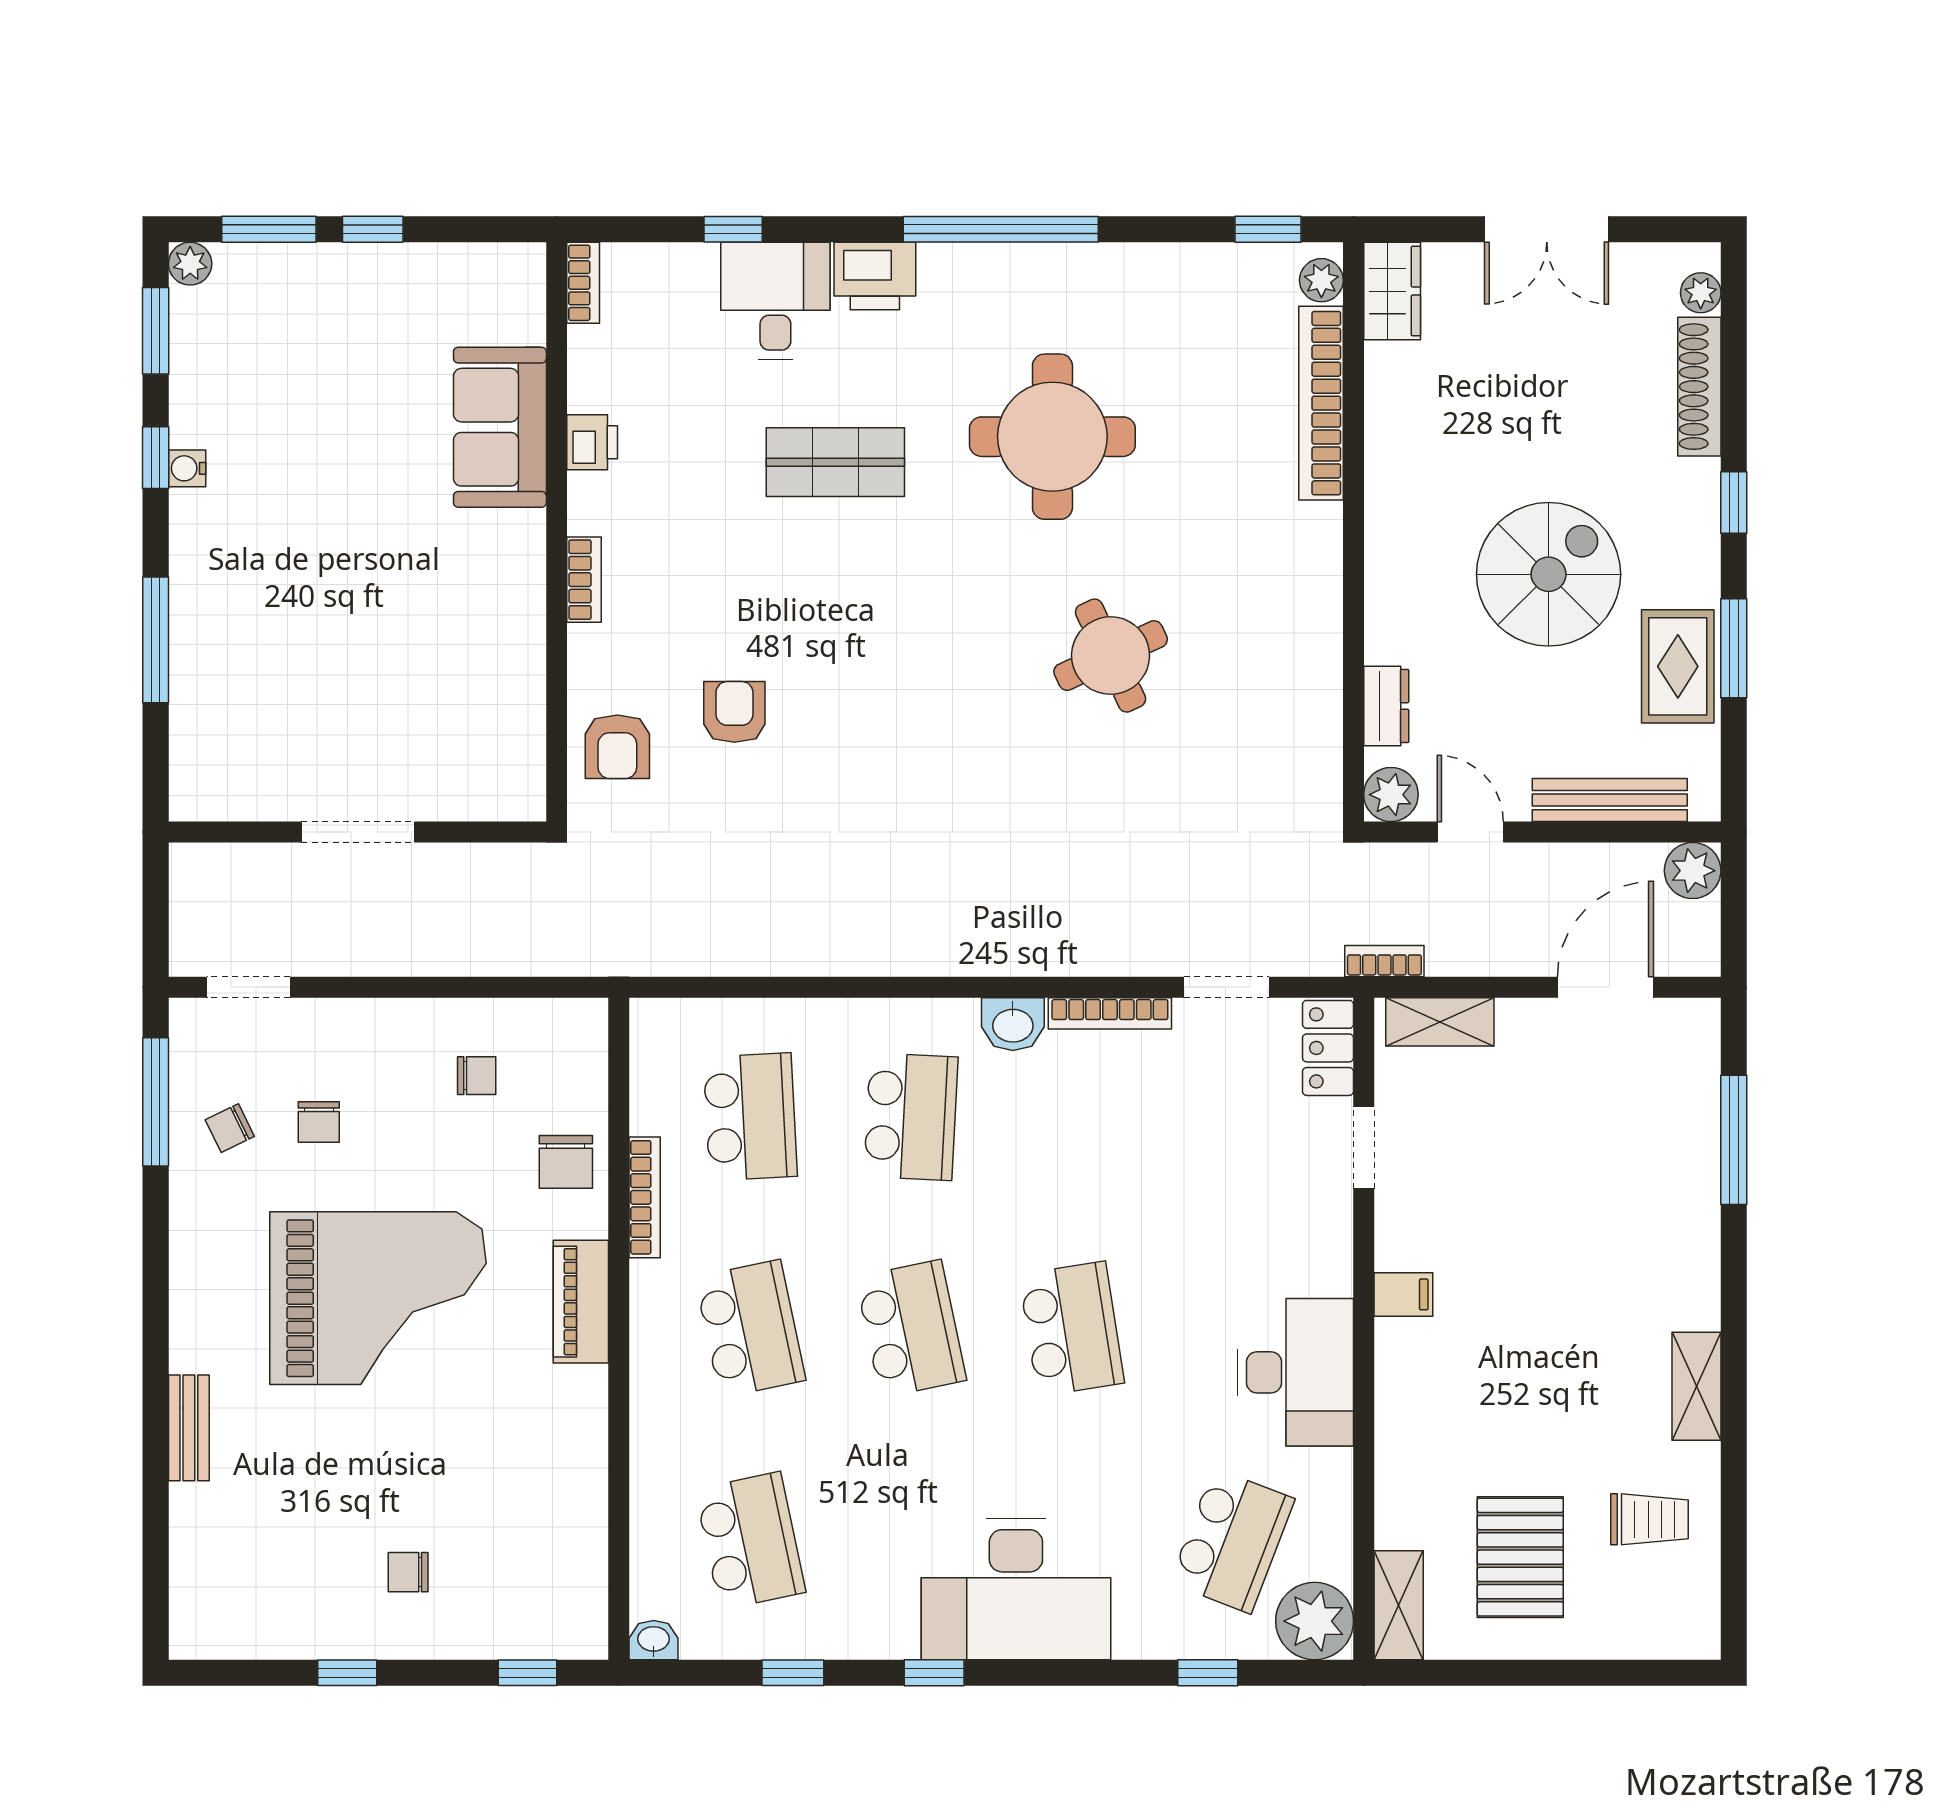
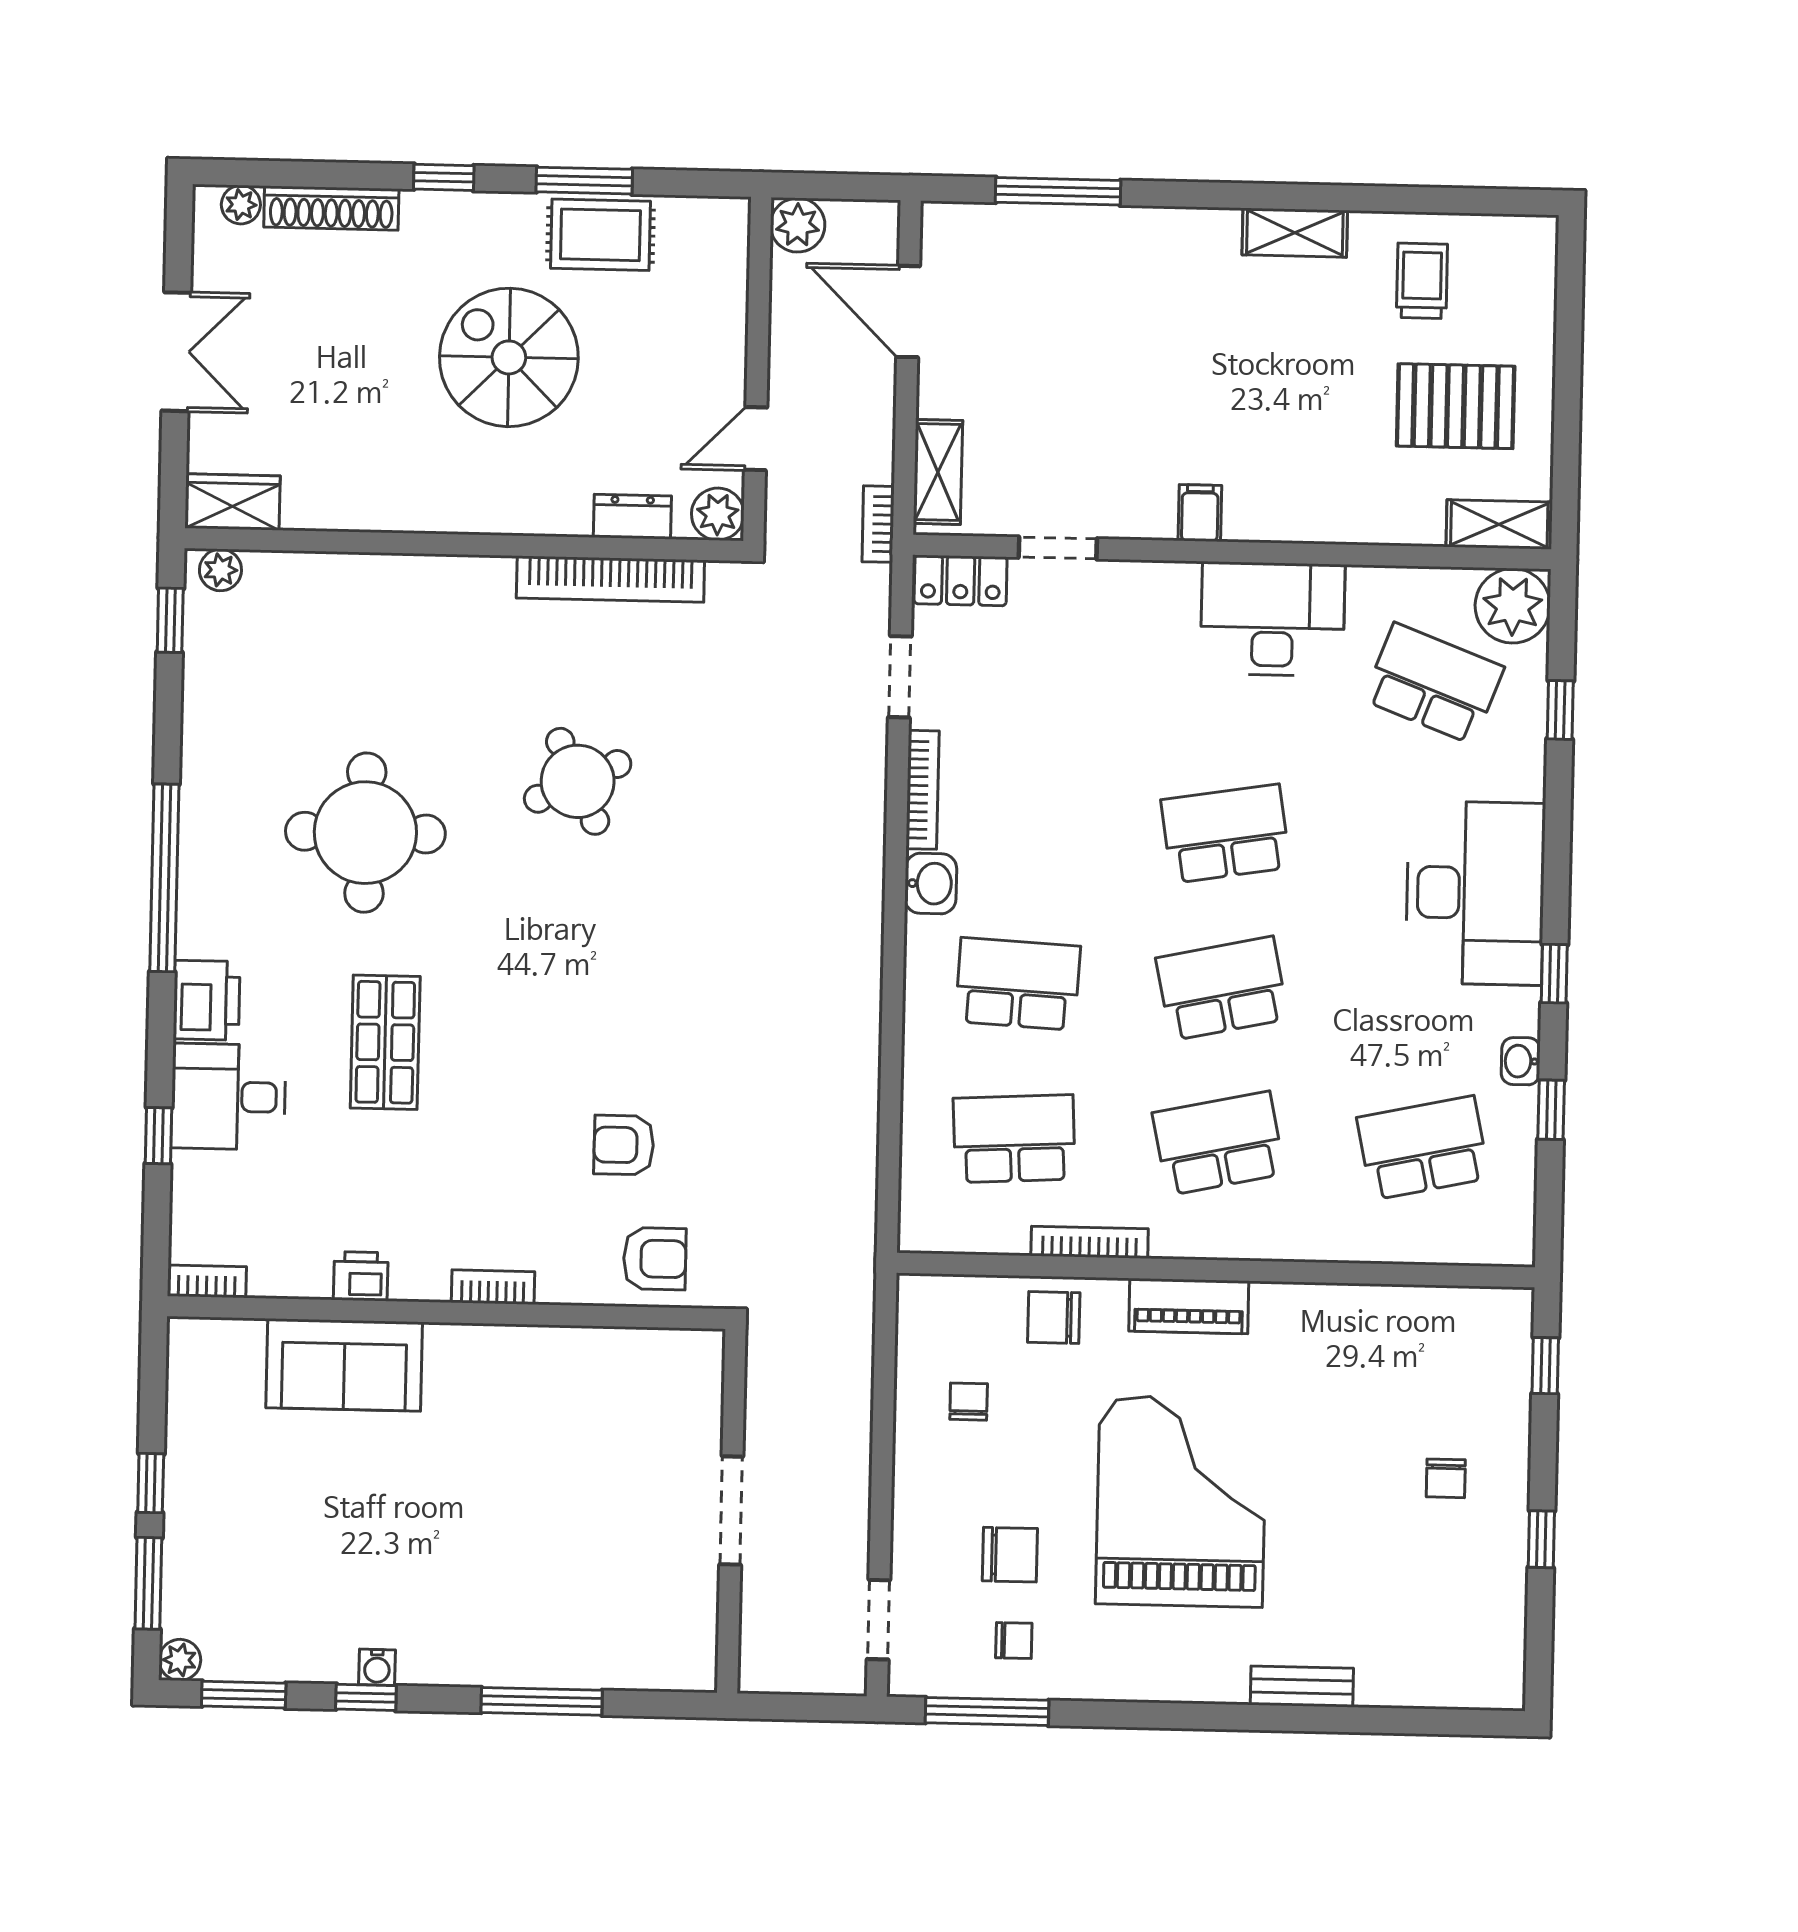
bookcase: (1321, 403) -> (610, 579), moved
bench: (1610, 800) -> (728, 303), removed
chair: (319, 1122) -> (1010, 1555), width x1.37, depth x1.37
chair: (230, 1128) -> (1014, 1641), turned -64
chair: (566, 1162) -> (1054, 1317), turned 180
washbasin: (654, 1640) -> (1521, 1061), moved

